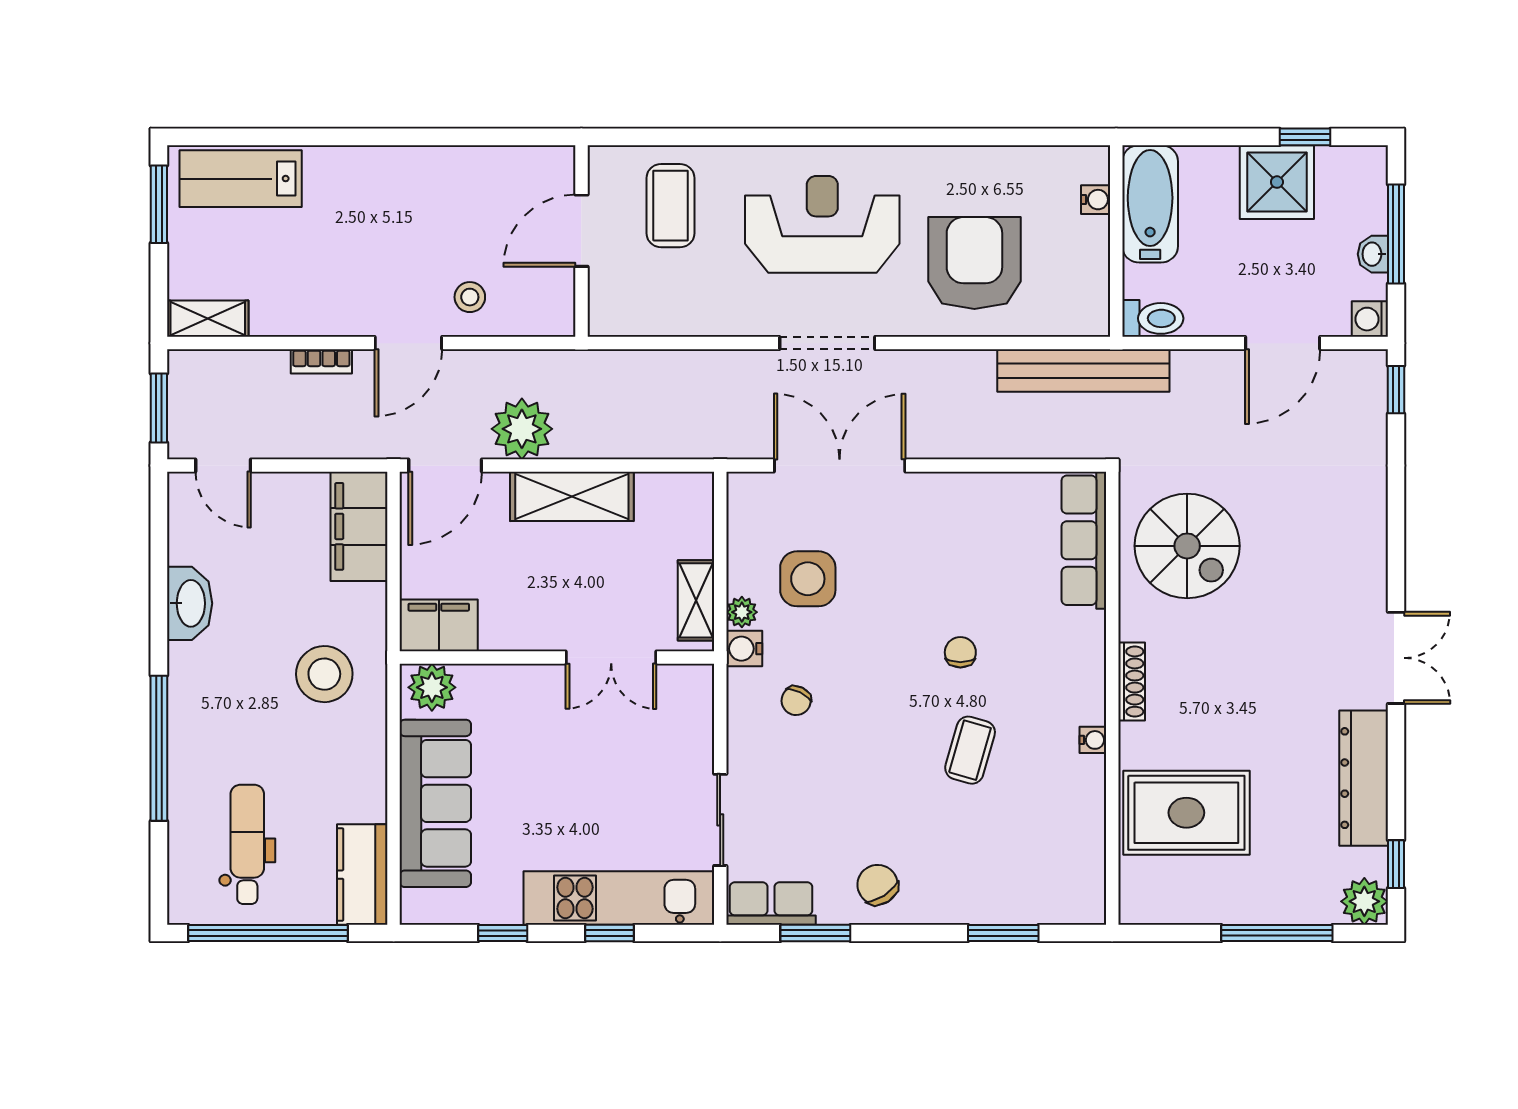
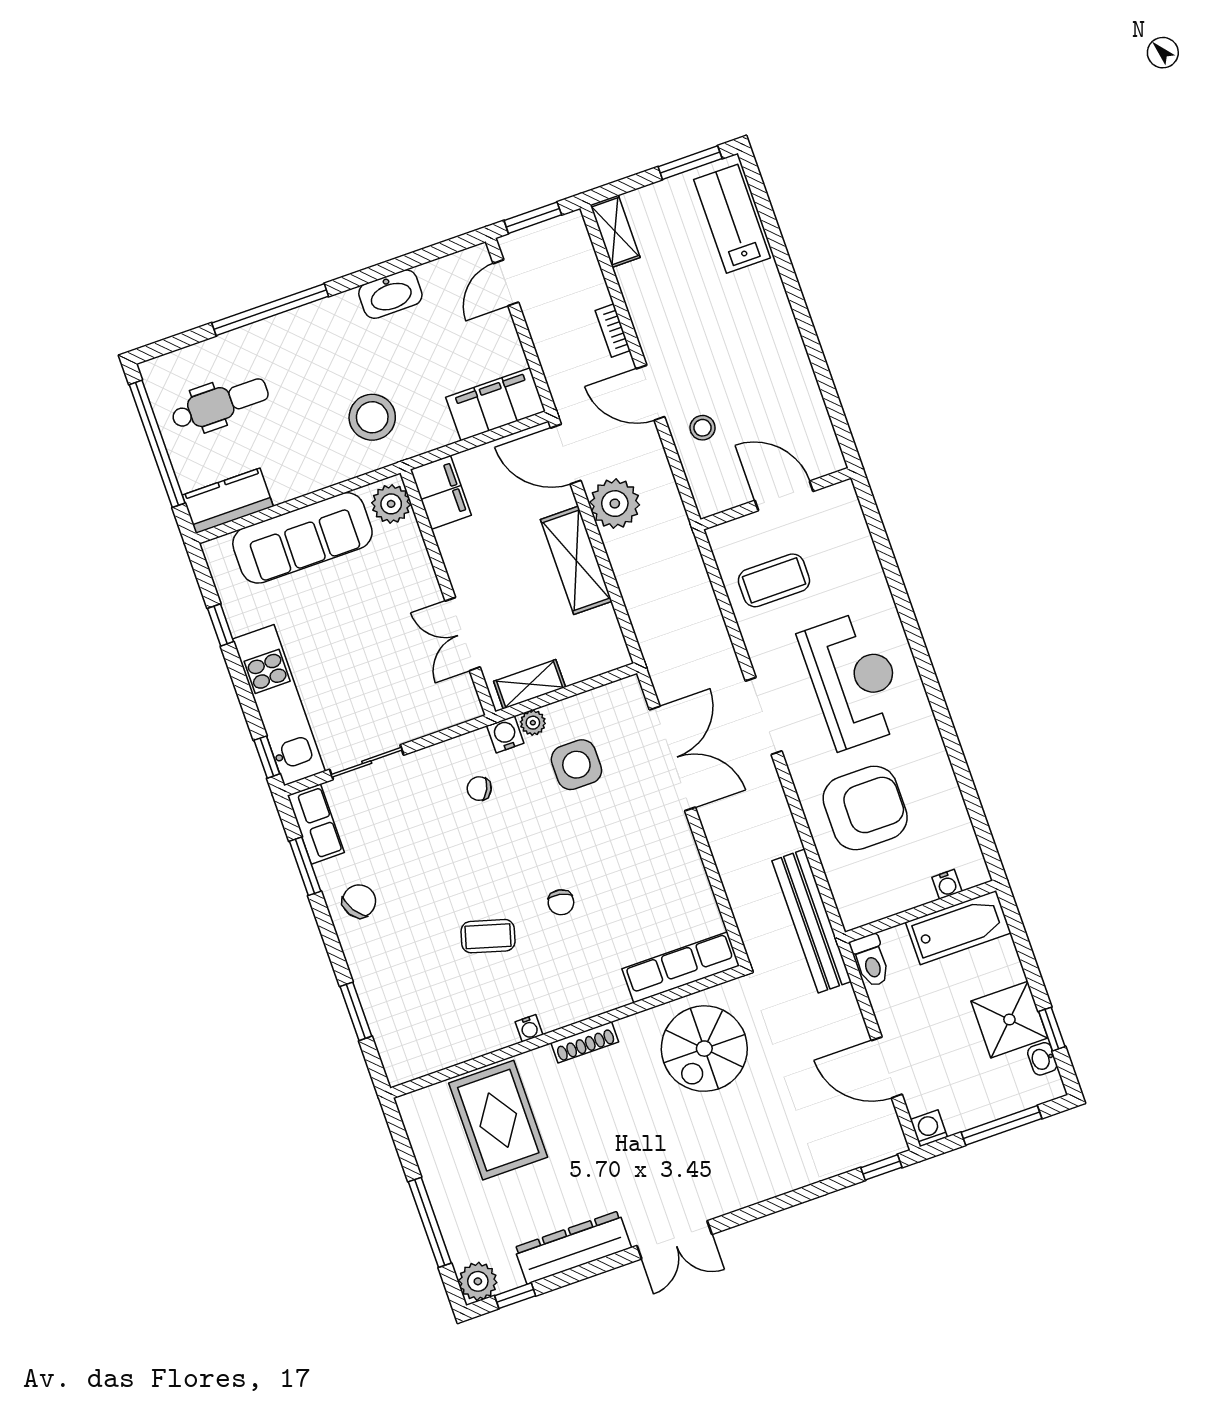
coffee table: (670, 206) -> (774, 580), moved
washbasin: (1373, 254) -> (1042, 1059), moved, turned -90
chair: (960, 652) -> (561, 902), turned 101
window: (610, 933) -> (267, 757), moved

